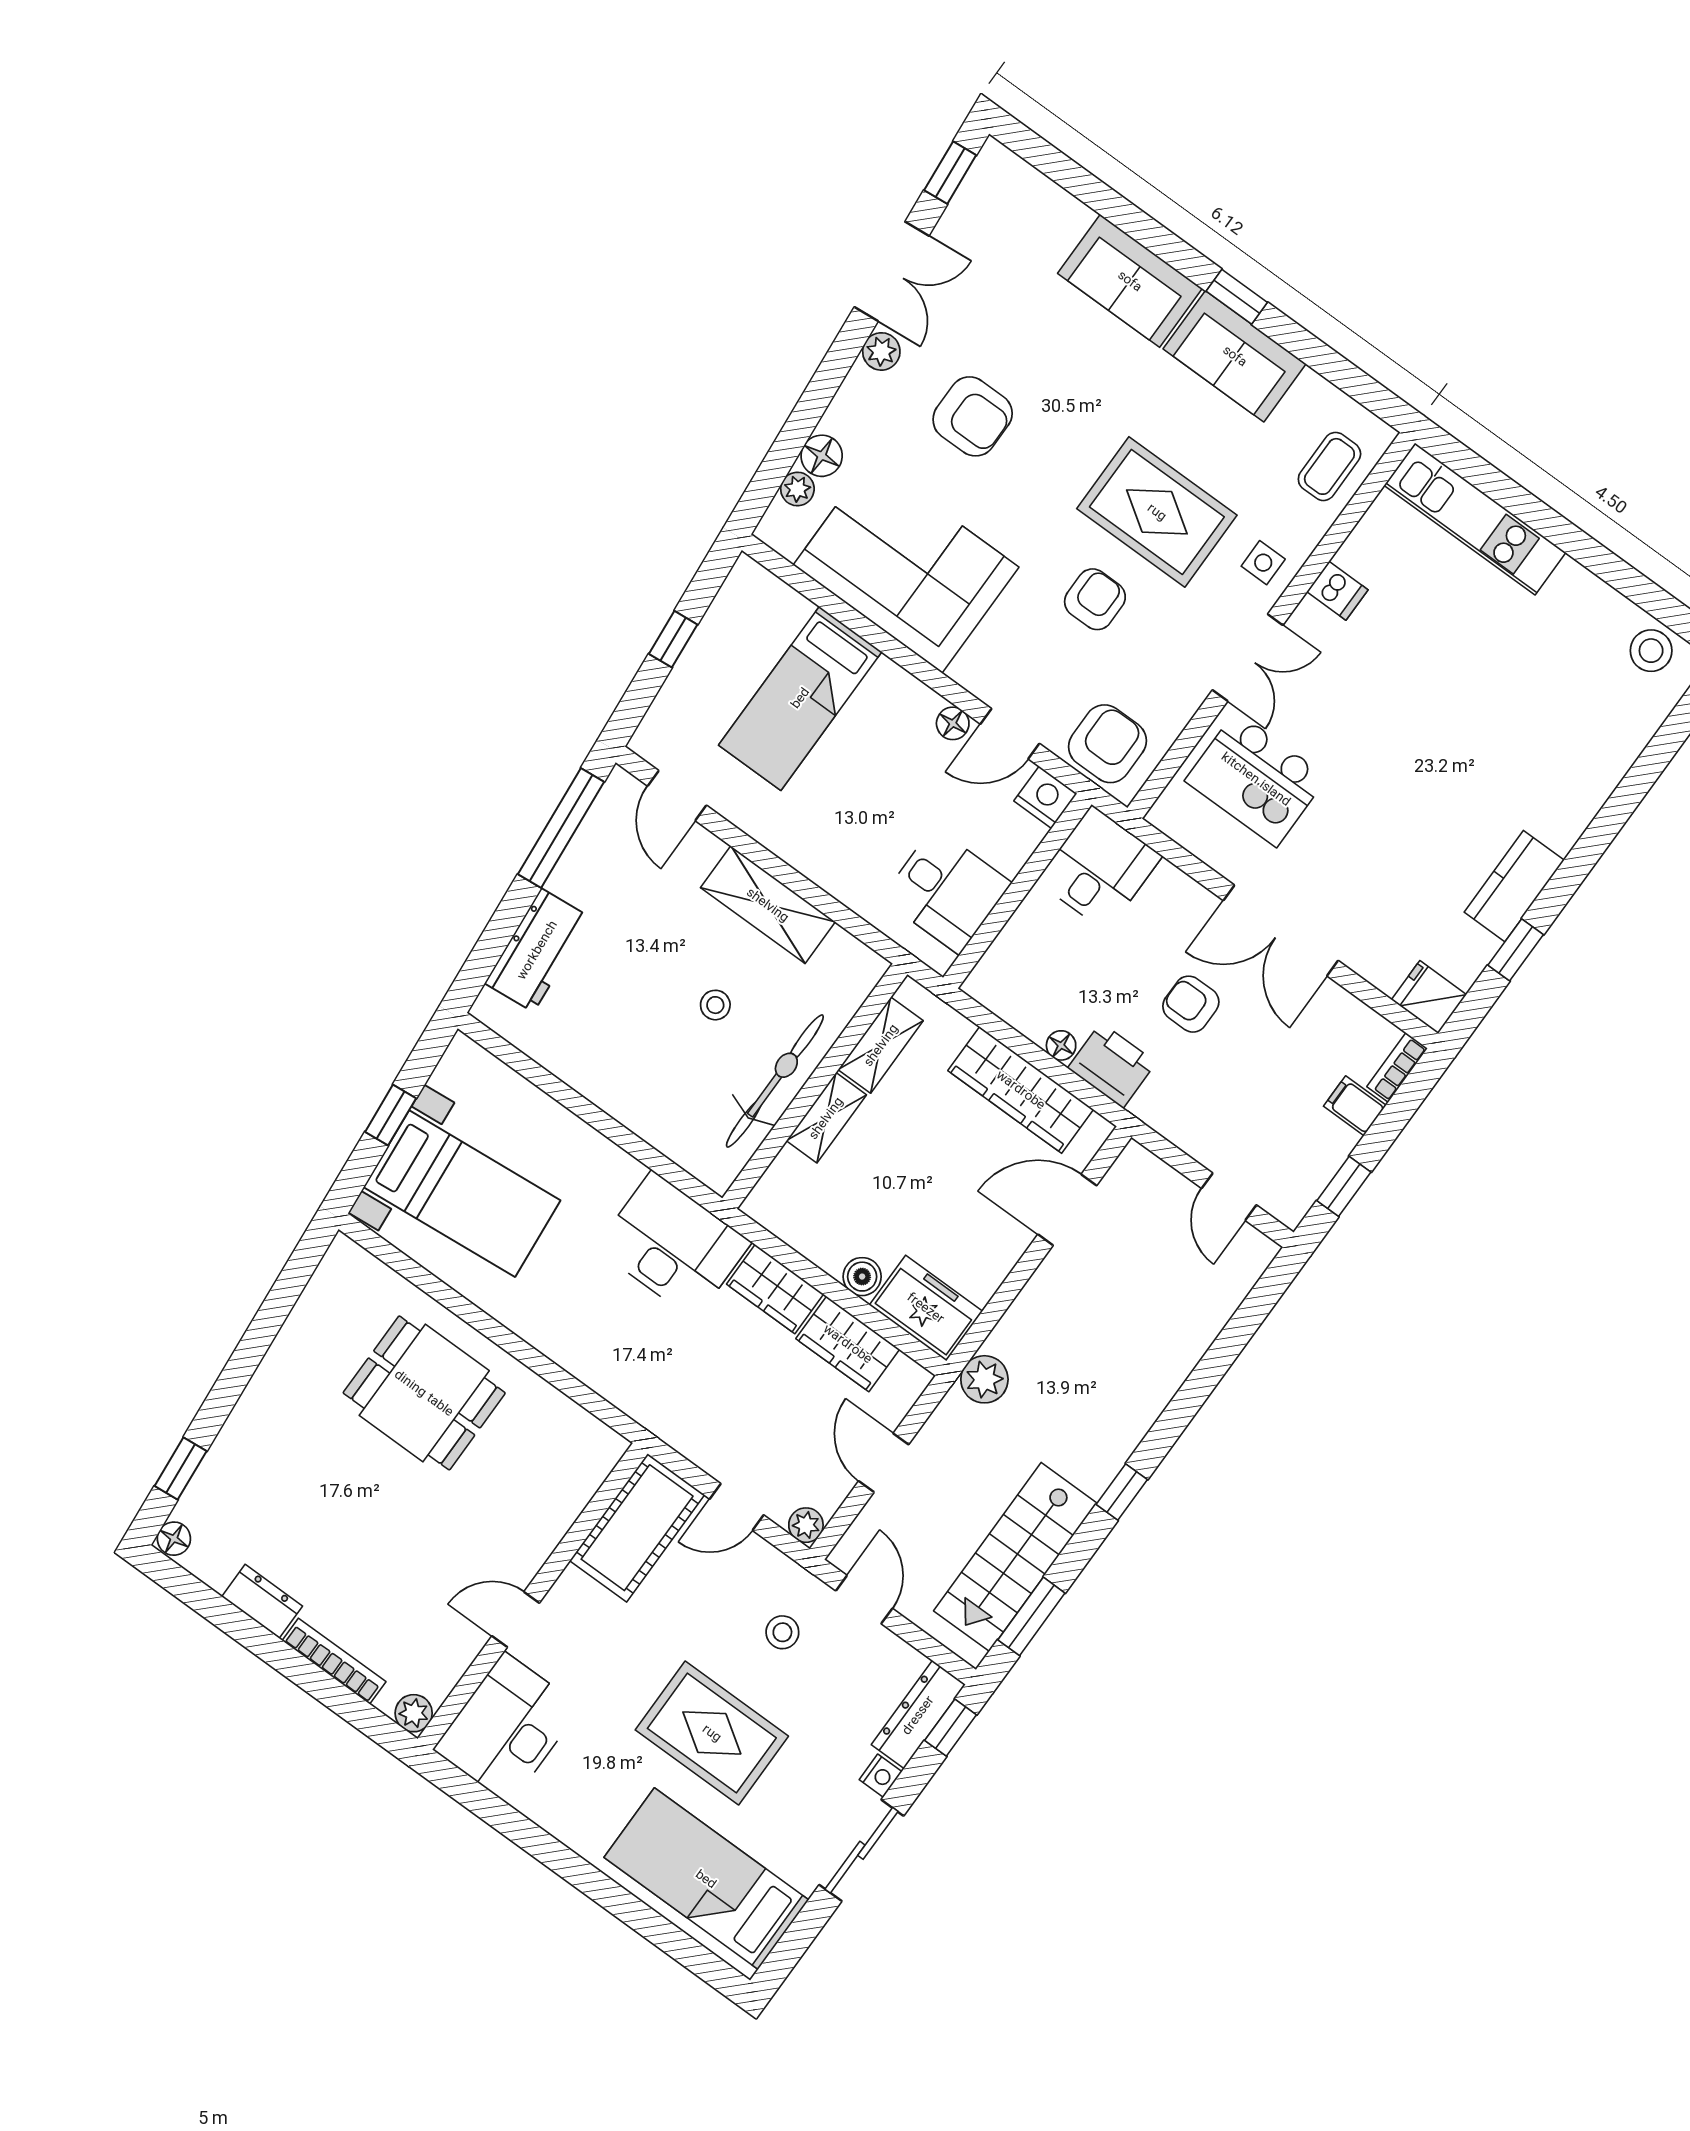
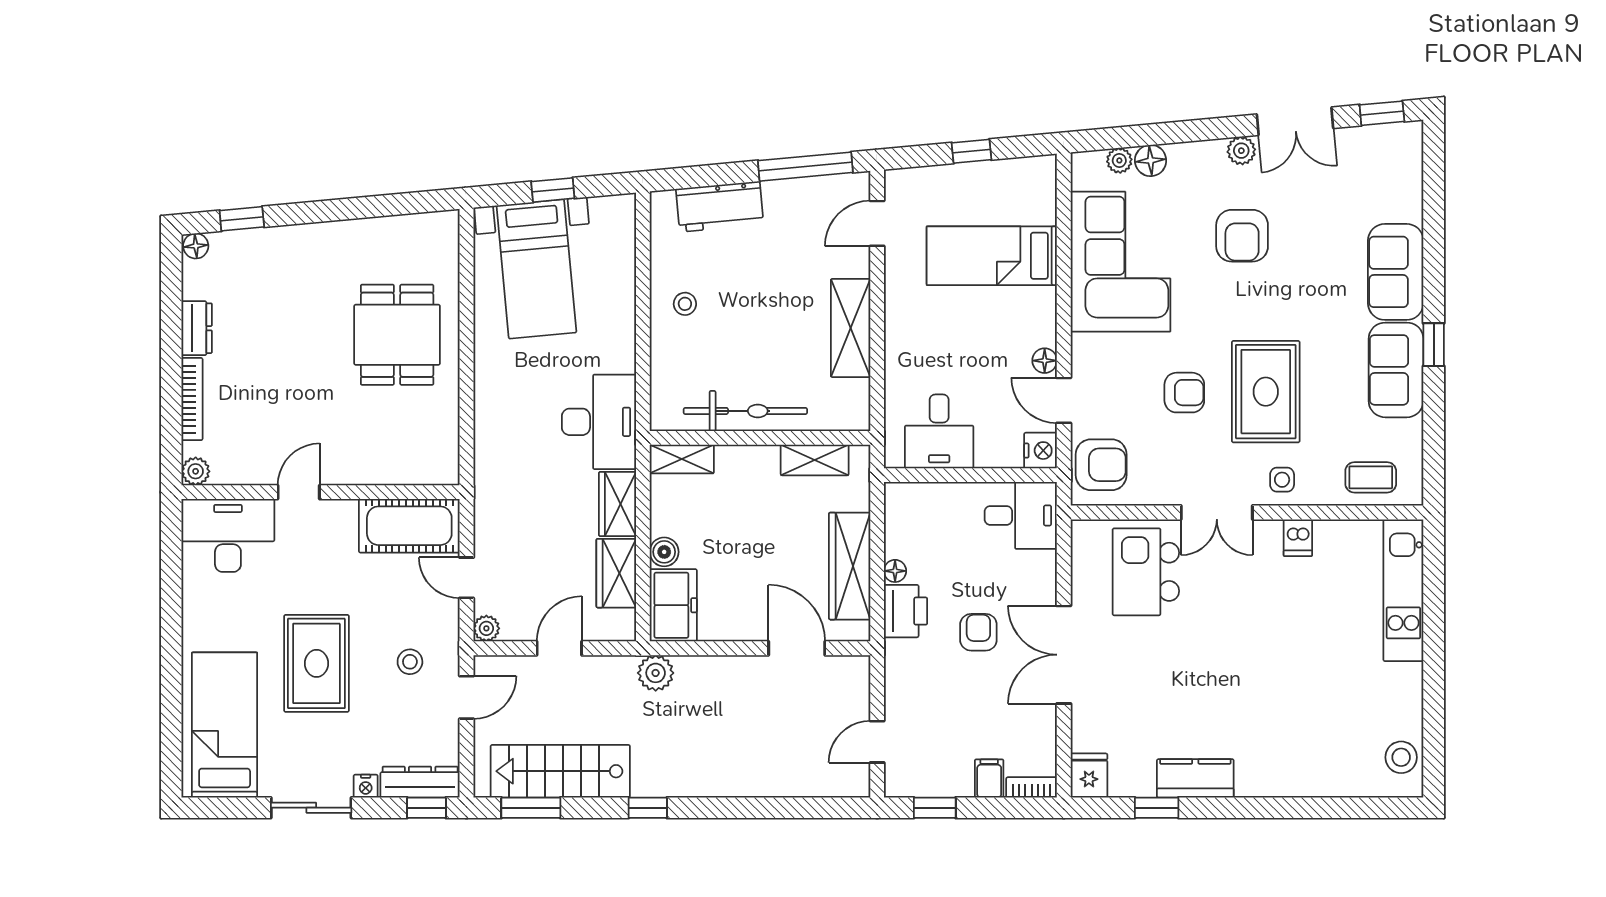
stool: (715, 1005) -> (685, 304), moved
shelving: (826, 1118) -> (682, 459), moved
door: (516, 1620) -> (299, 492), hinge flipped

